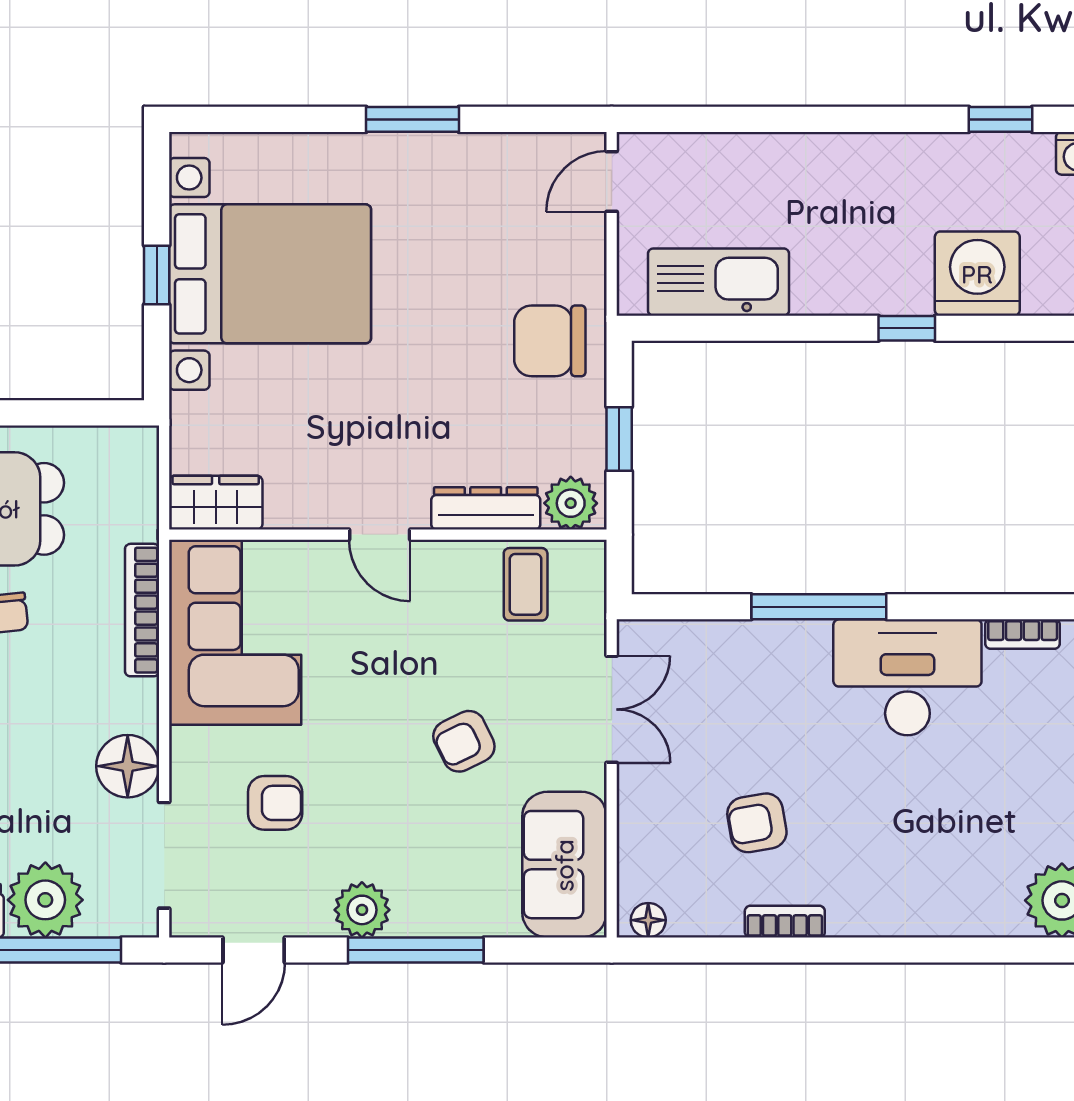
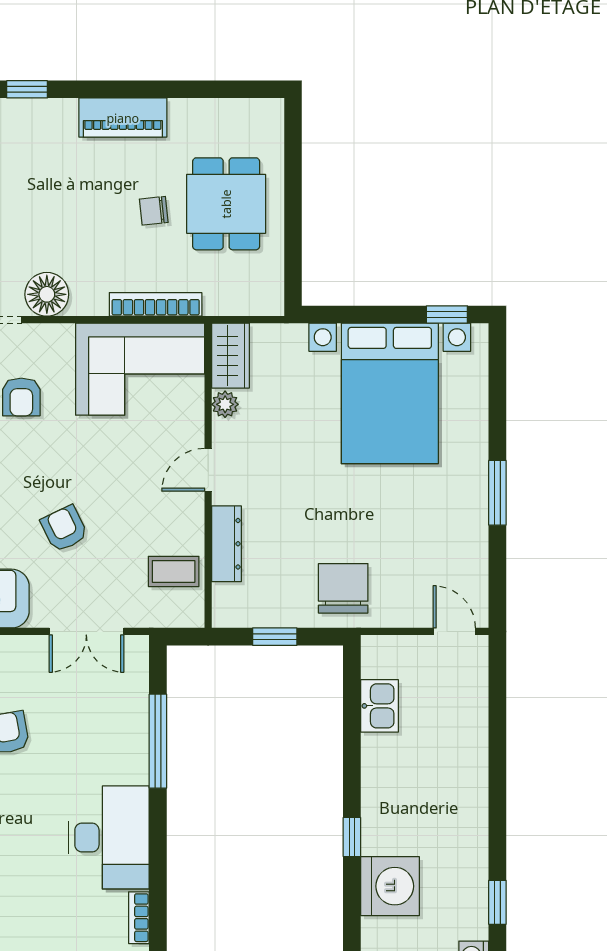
window: (157, 275) -> (447, 314), moved
kitchen sink: (719, 282) -> (380, 706), width x0.53, depth x0.81
plant: (571, 503) -> (225, 404), moved, width x0.73, depth x0.73
window: (819, 607) -> (158, 741), moved

